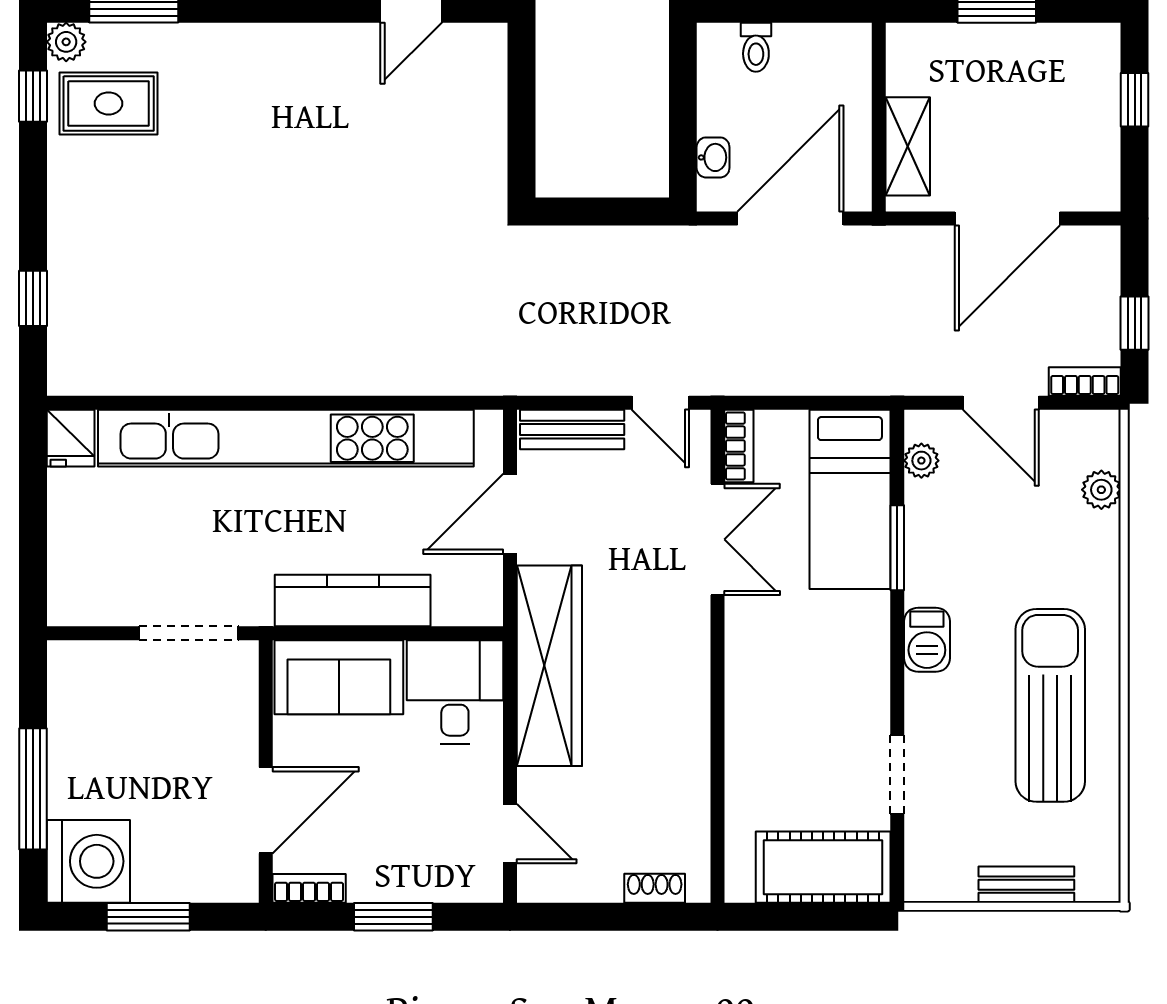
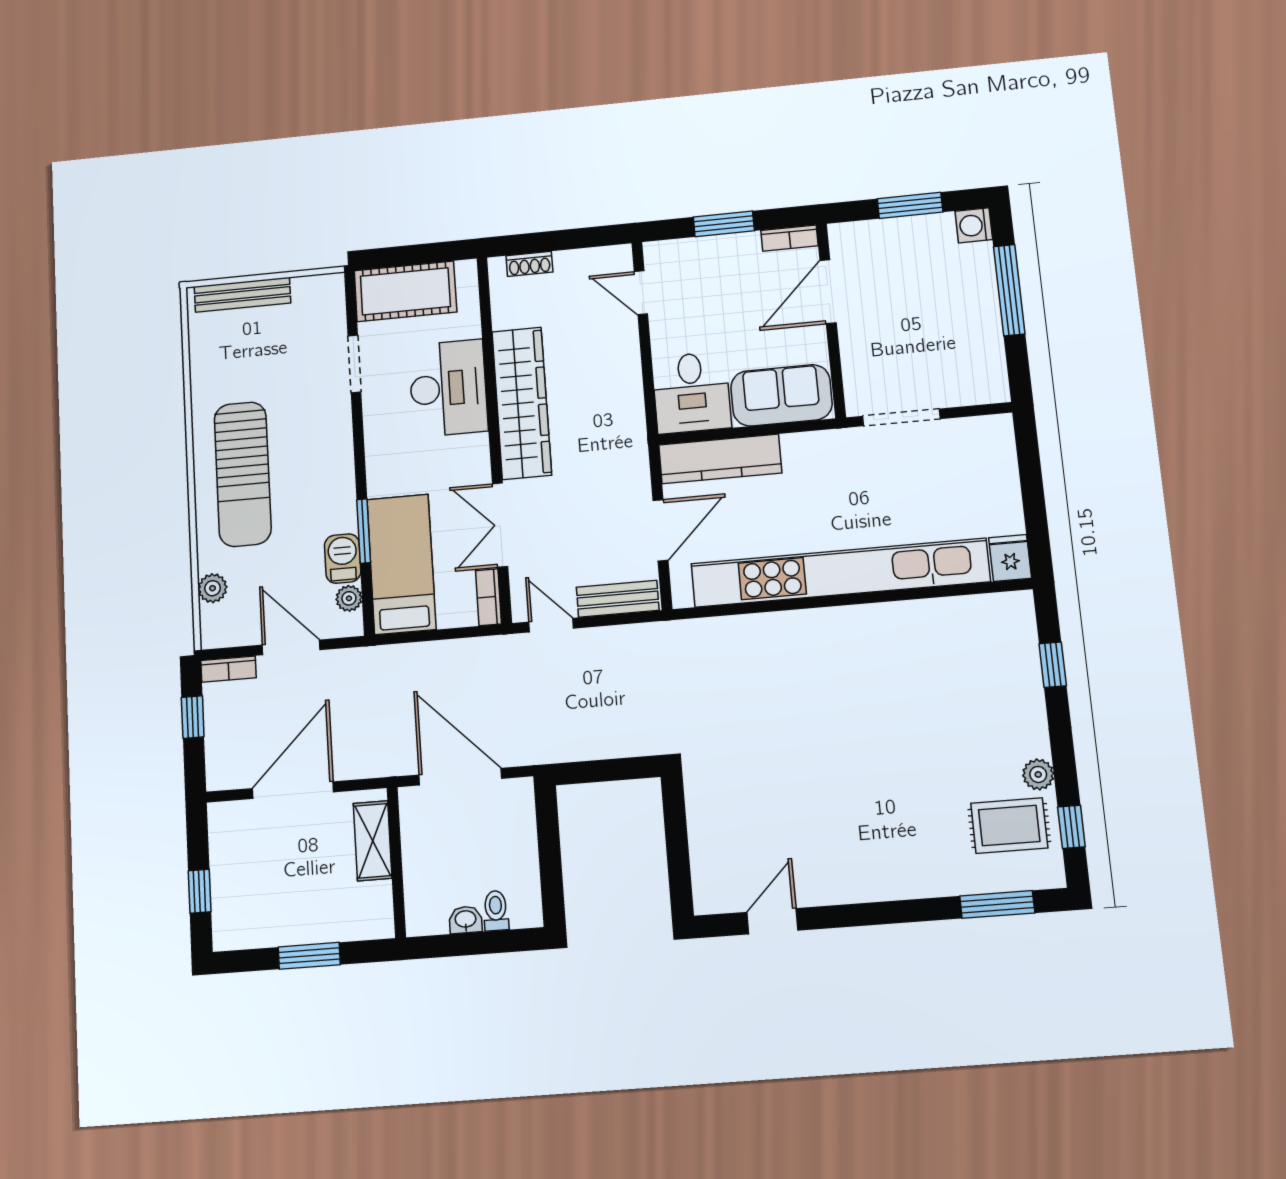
plant: (66, 42) -> (1038, 774), moved
washbasin: (713, 157) -> (466, 920), moved, turned 90
door: (790, 218) -> (460, 777), swing flipped
kitchen counter: (353, 600) -> (720, 459), moved
barbecue: (927, 640) -> (343, 559), moved
wardrobe: (549, 666) -> (522, 403), moved, turned 180
sun lounger: (1050, 705) -> (243, 474), moved
desk: (774, 729) -> (448, 388), added
washing machine: (88, 861) -> (974, 225), width x0.53, depth x0.53
bench: (1026, 885) -> (242, 295), width x1.36

